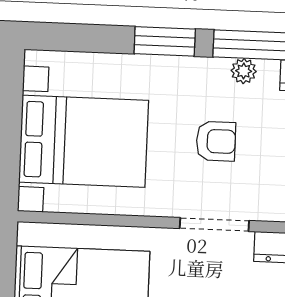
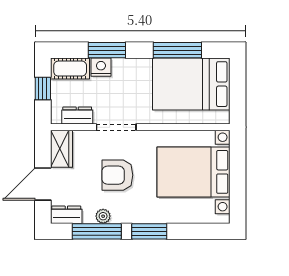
armchair: (216, 141) -> (117, 175), width x1.38, depth x1.38

